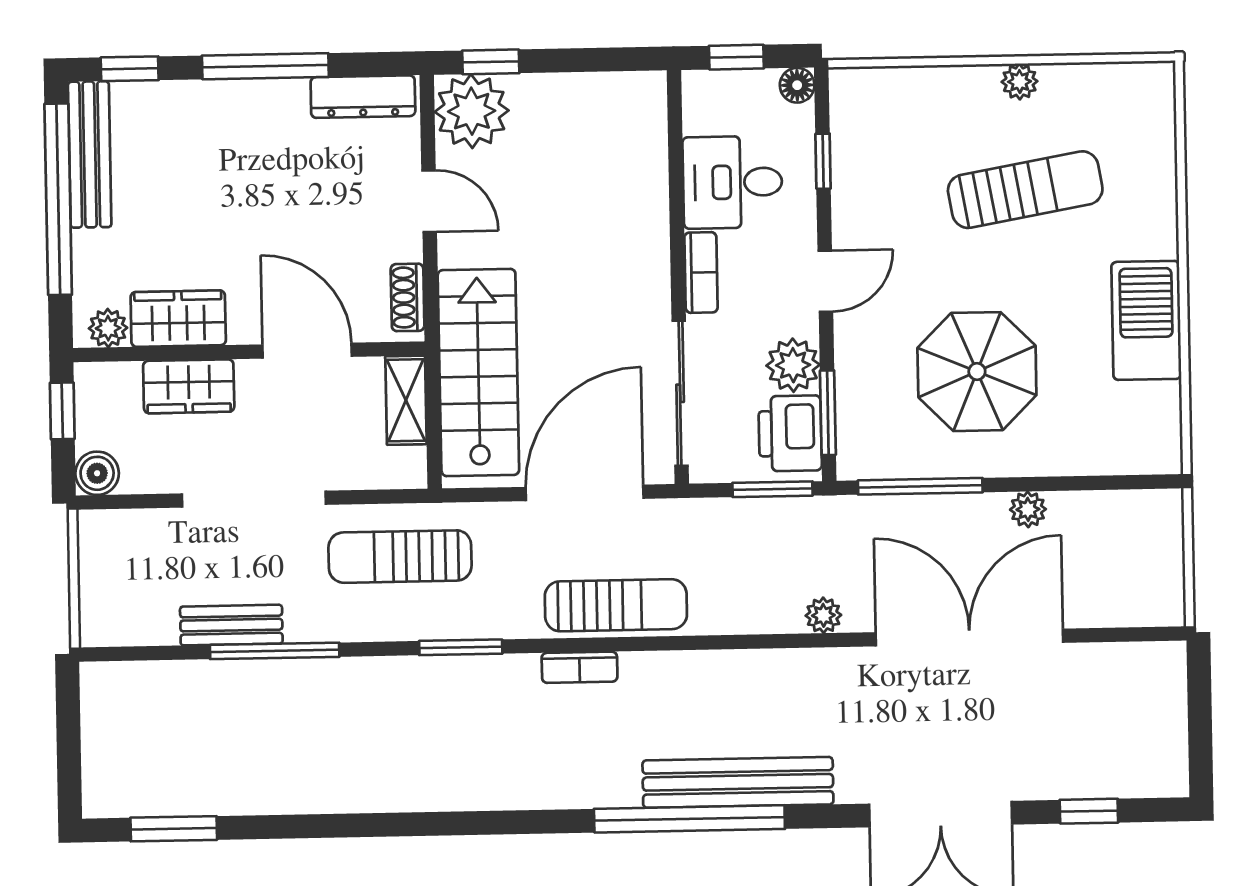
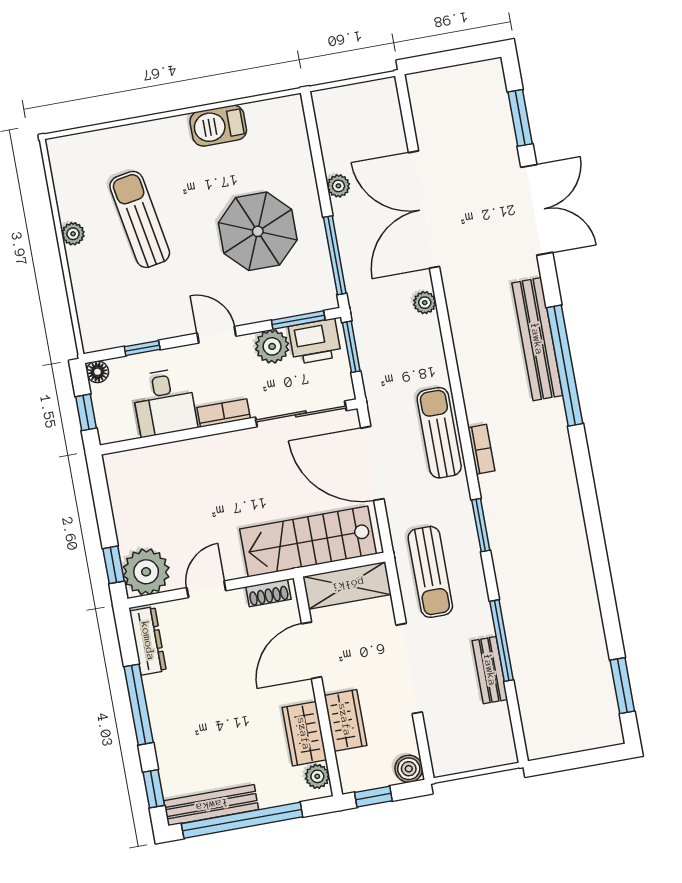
barbecue: (1146, 320) -> (218, 126), width x0.73, depth x0.83
shelving: (406, 400) -> (347, 585), width x1.50, depth x1.33
window: (1089, 811) -> (520, 118), width x1.50

